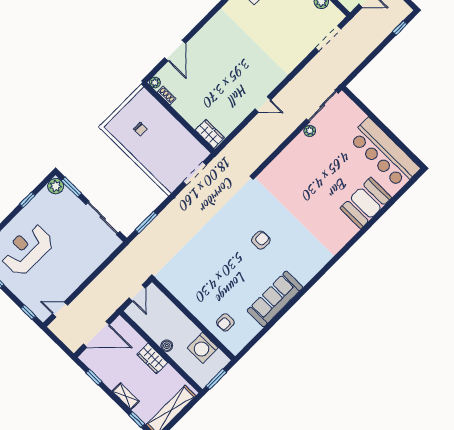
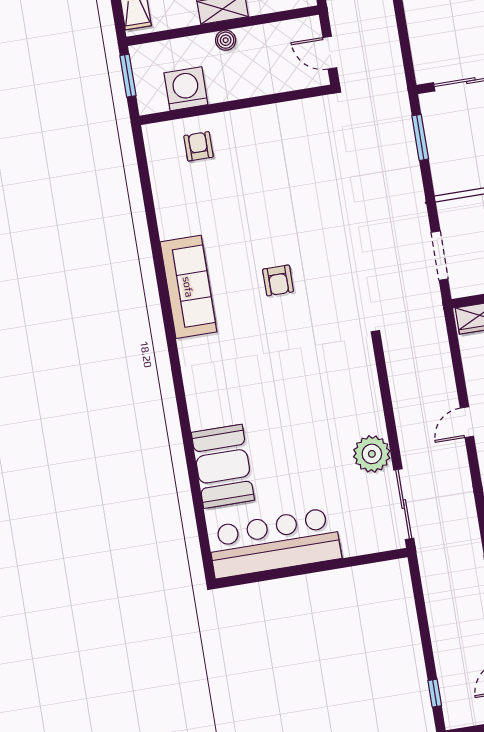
plant: (310, 131) -> (372, 454), width x1.87, depth x1.87
sofa: (275, 299) -> (188, 287), moved

